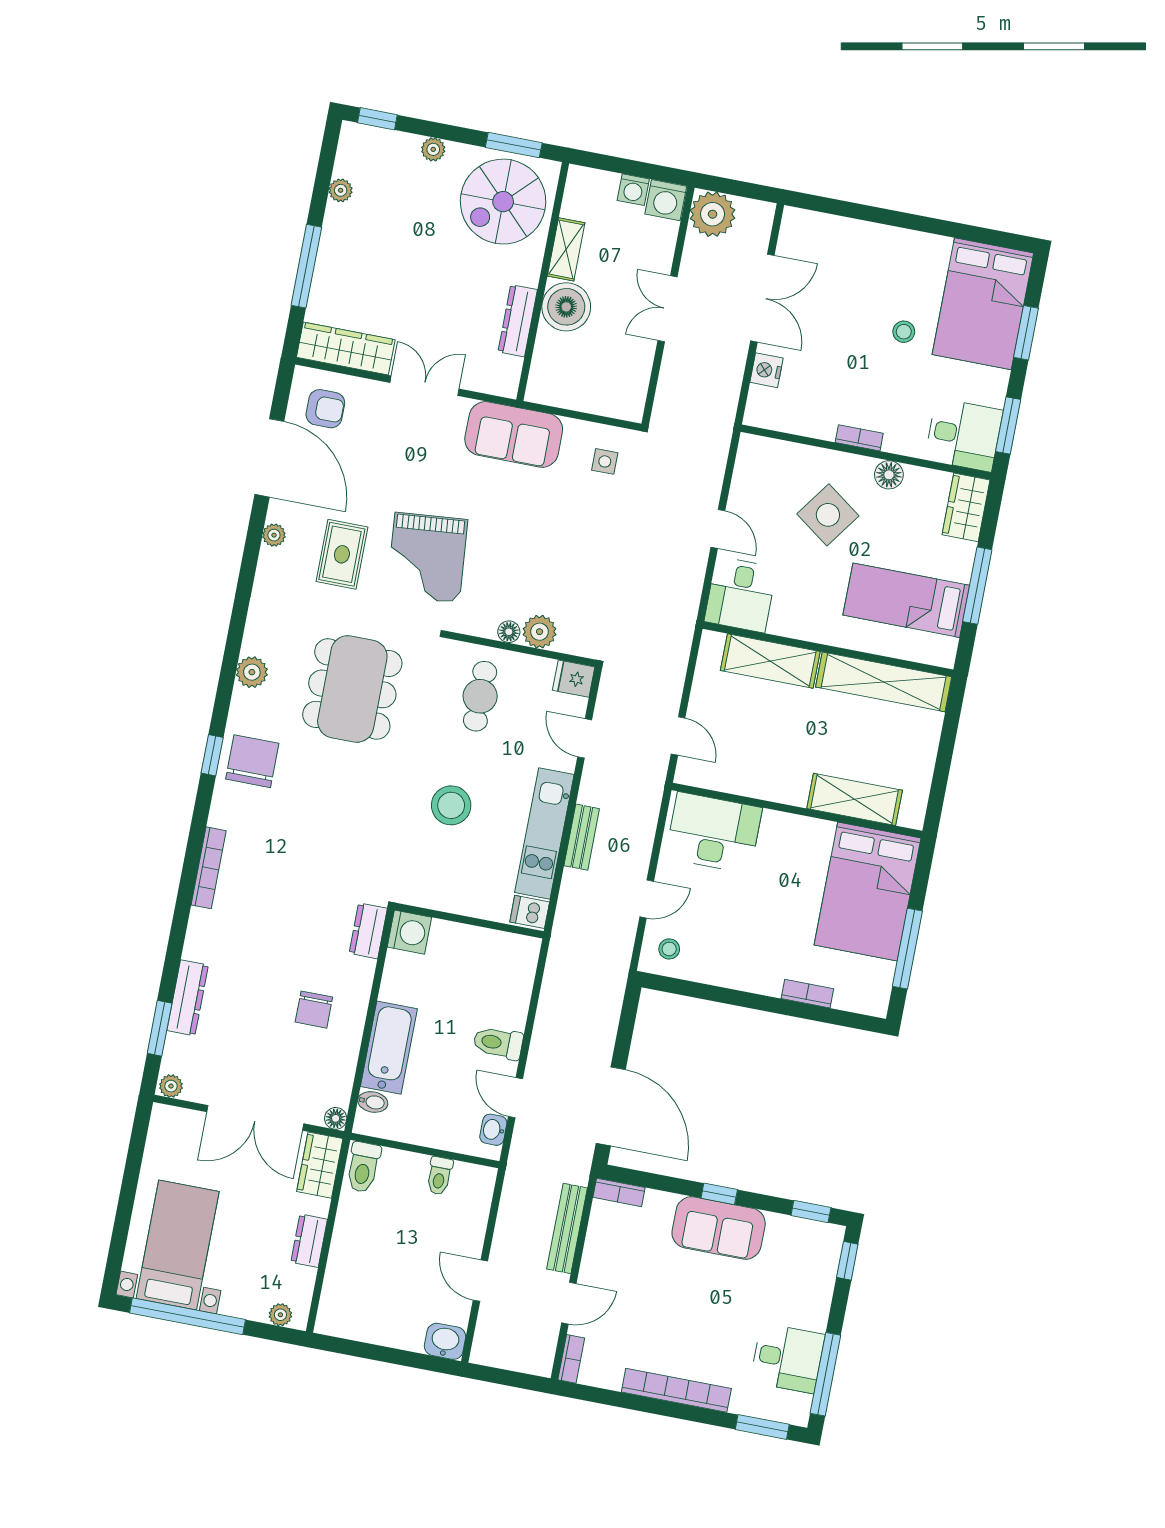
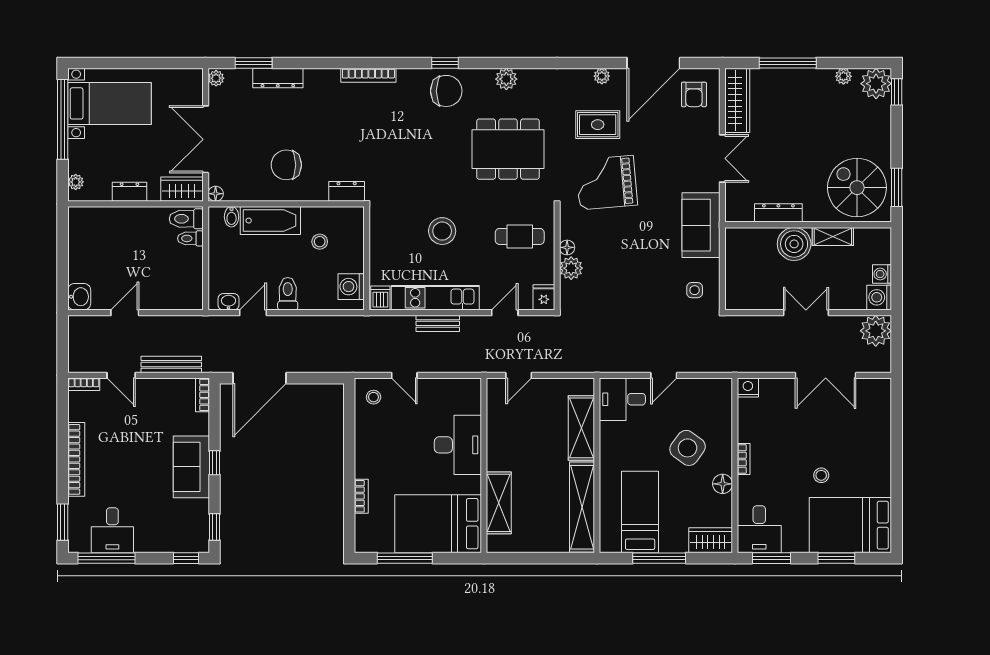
plant: (433, 149) -> (876, 84), moved, width x1.88, depth x1.88
nightstand: (766, 370) -> (748, 388), moved
desk: (714, 833) -> (458, 445), moved
washing machine: (409, 932) -> (351, 287), moved, turned 90
stool: (433, 983) -> (320, 242), added
chair: (314, 1010) -> (286, 165), width x1.37, depth x1.37
toilet: (439, 1176) -> (190, 238), moved

